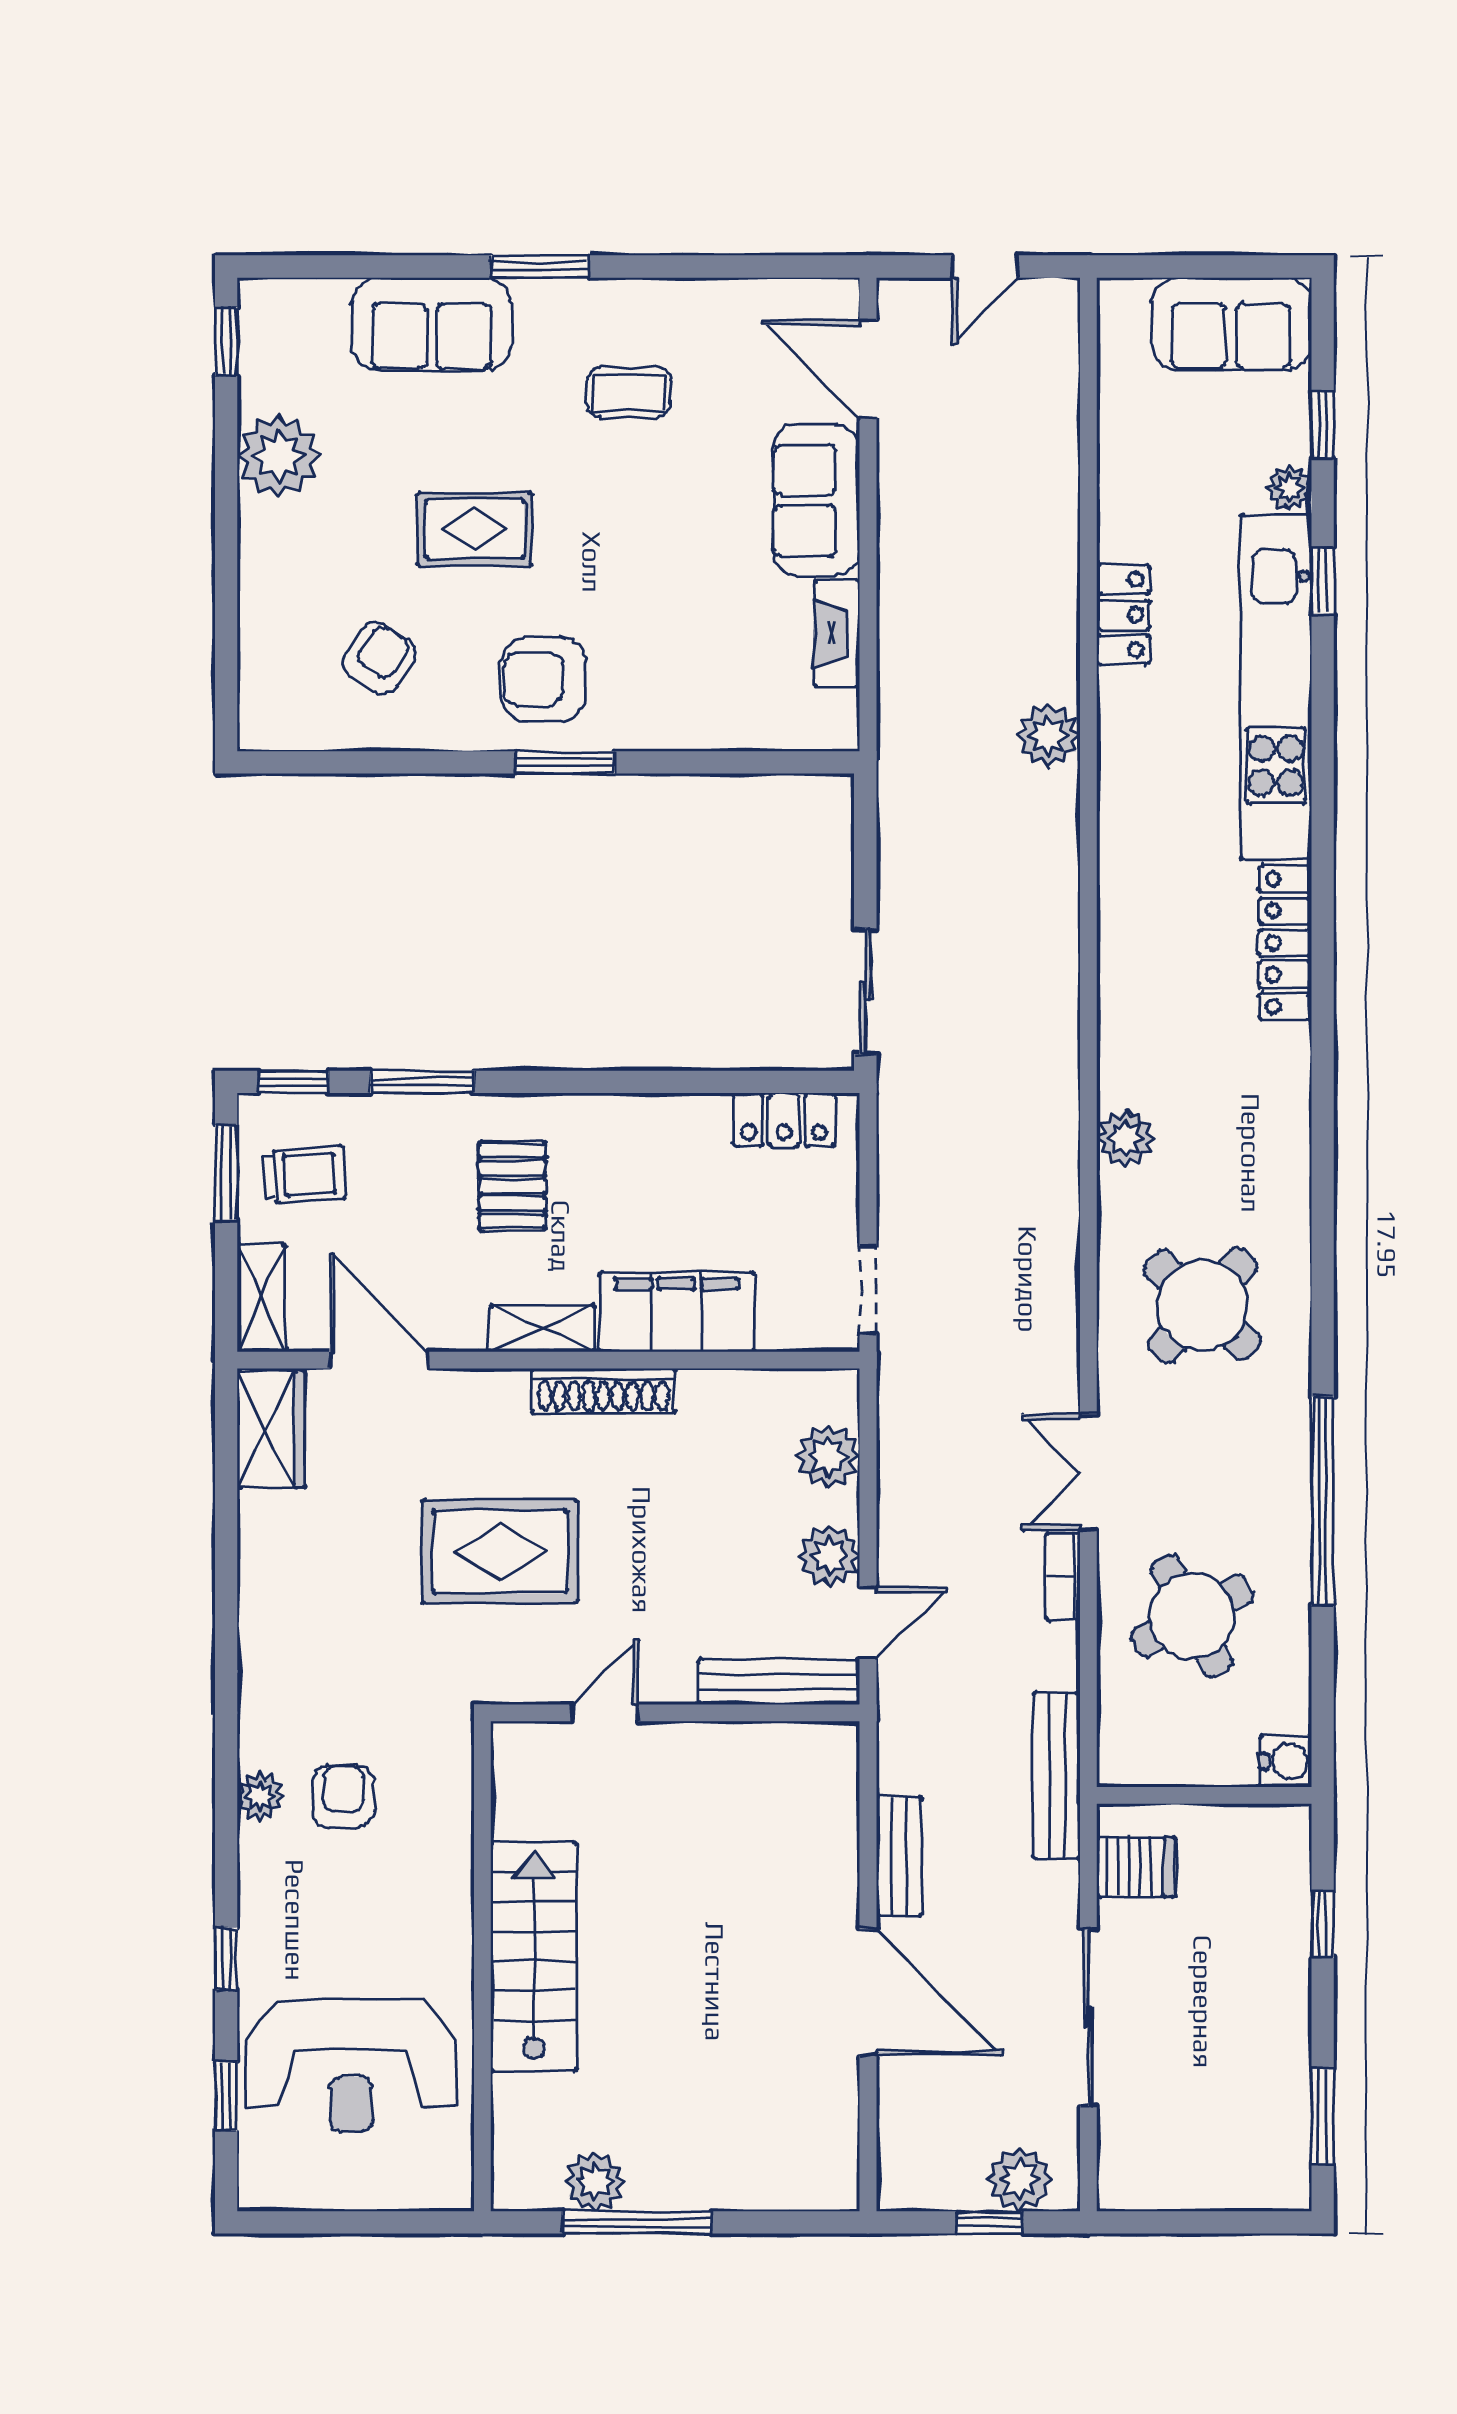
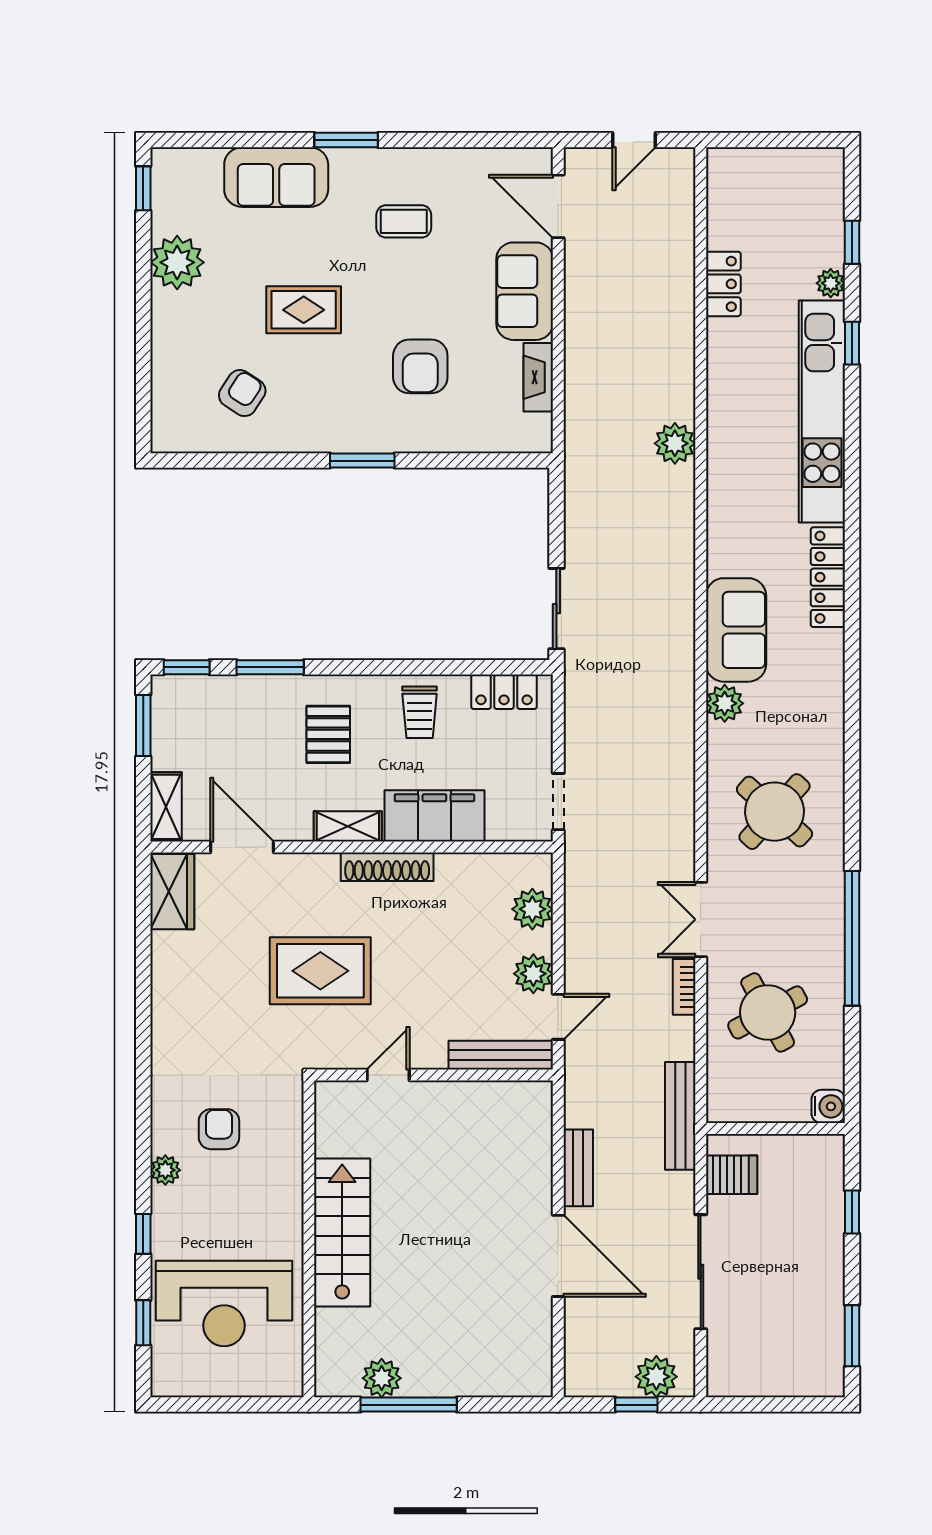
sofa: (1231, 324) -> (736, 630), moved, turned -90
locker: (1123, 615) -> (723, 284), moved
armchair: (543, 679) -> (420, 366), moved, turned -90
trolley: (304, 1175) -> (420, 712), moved, turned 94
plant: (260, 1796) -> (165, 1170), moved

